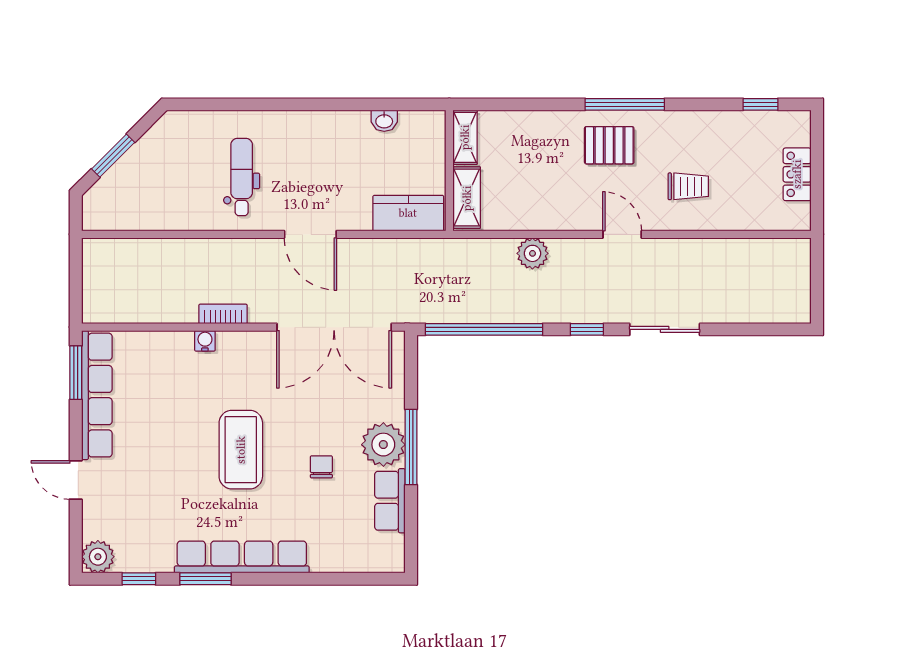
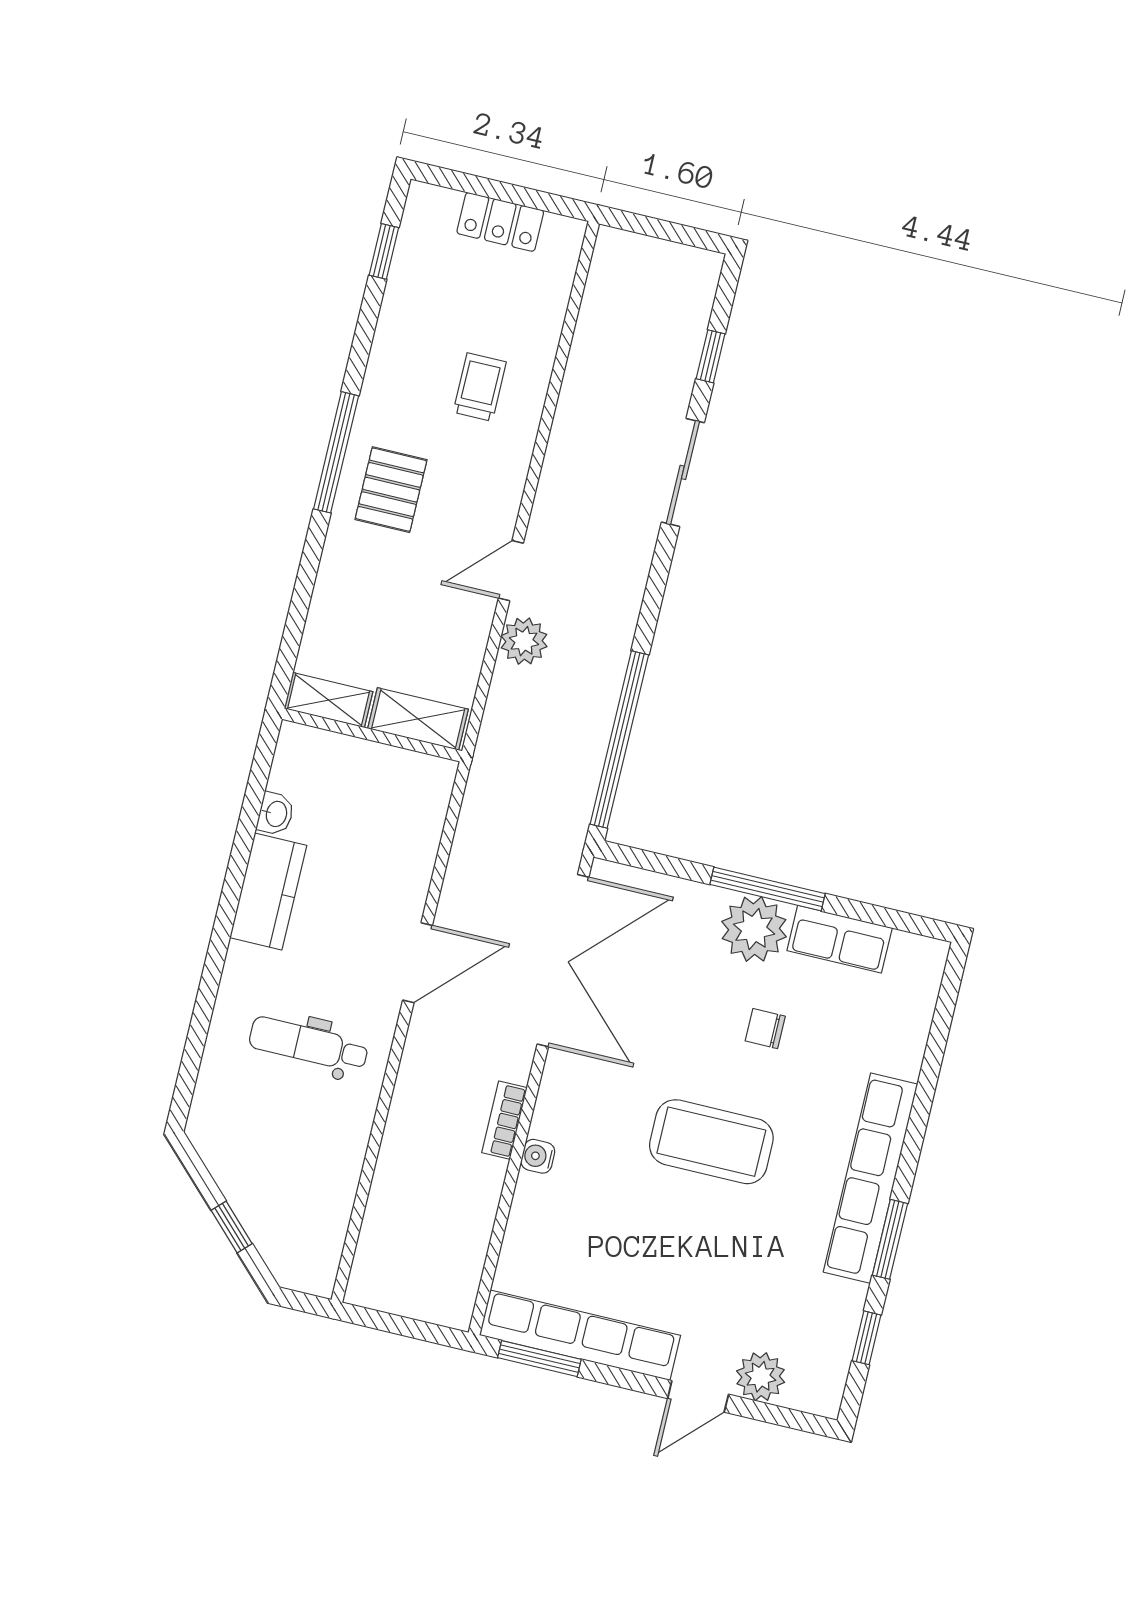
window: (113, 156) -> (232, 1227), width x0.67
kitchen counter: (408, 213) -> (268, 891), moved, turned 180
door: (622, 234) -> (511, 571), moved
window: (587, 329) -> (711, 356), moved
plant: (98, 557) -> (761, 1377), moved

